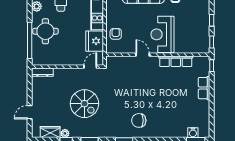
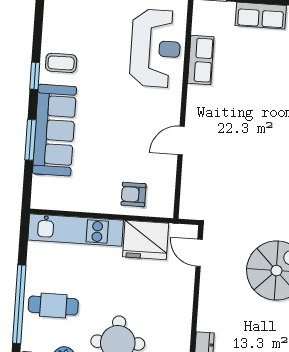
reception desk: (162, 34) -> (156, 48), moved, turned -90
row of seats: (176, 61) -> (201, 60), width x0.68

